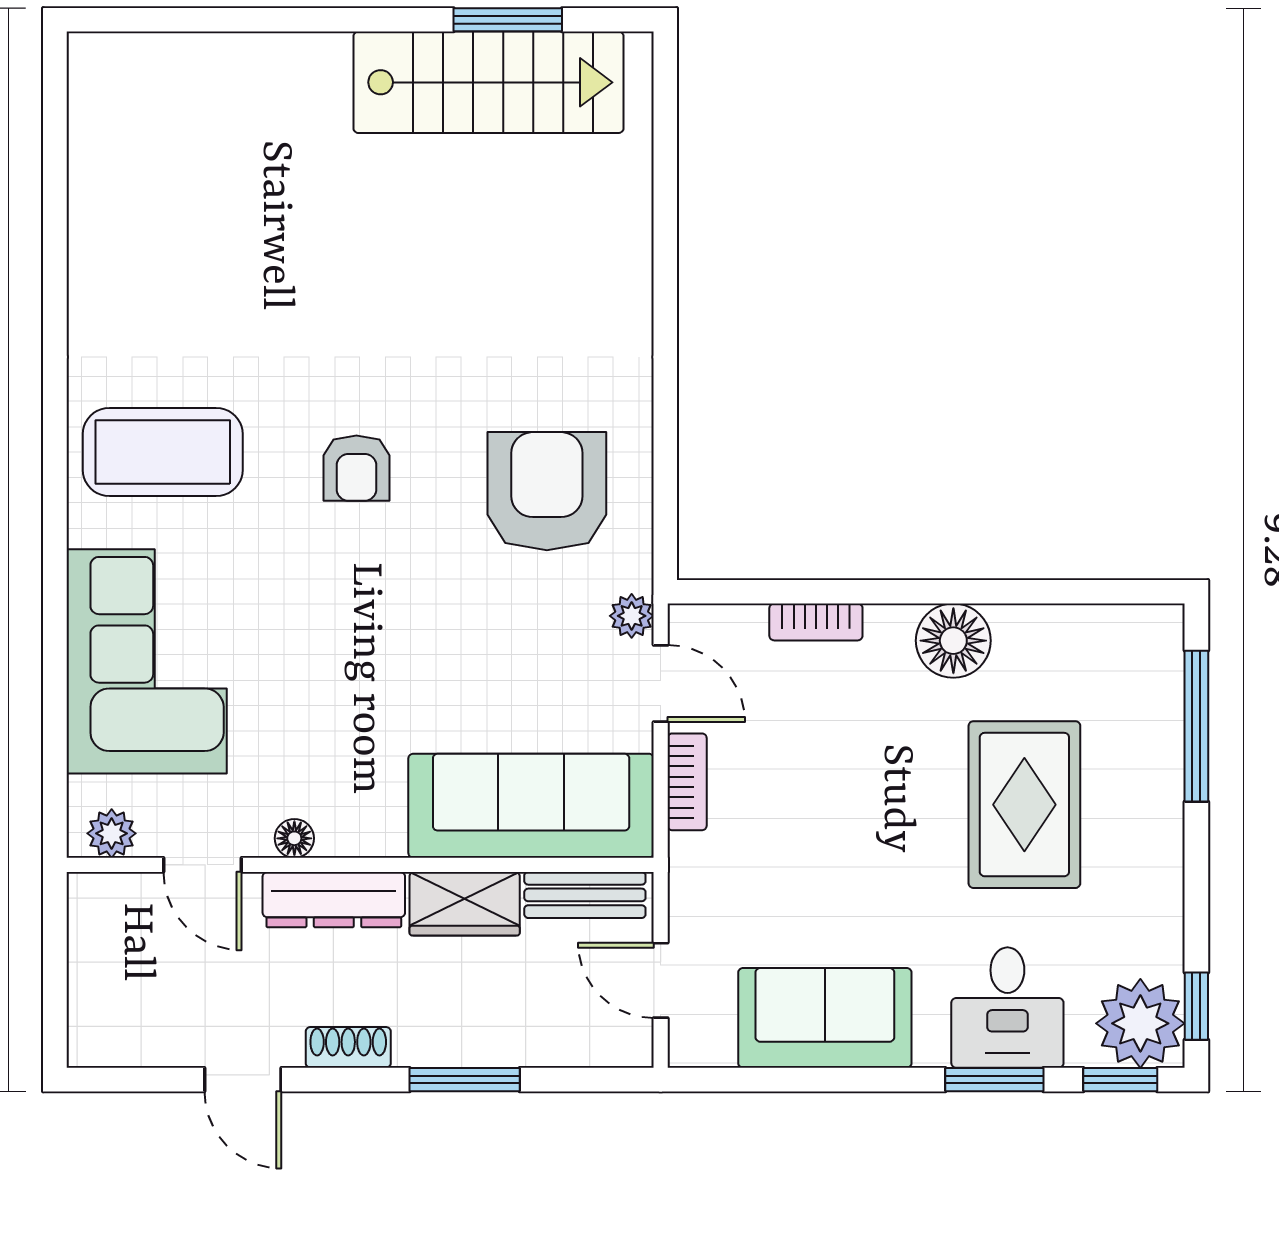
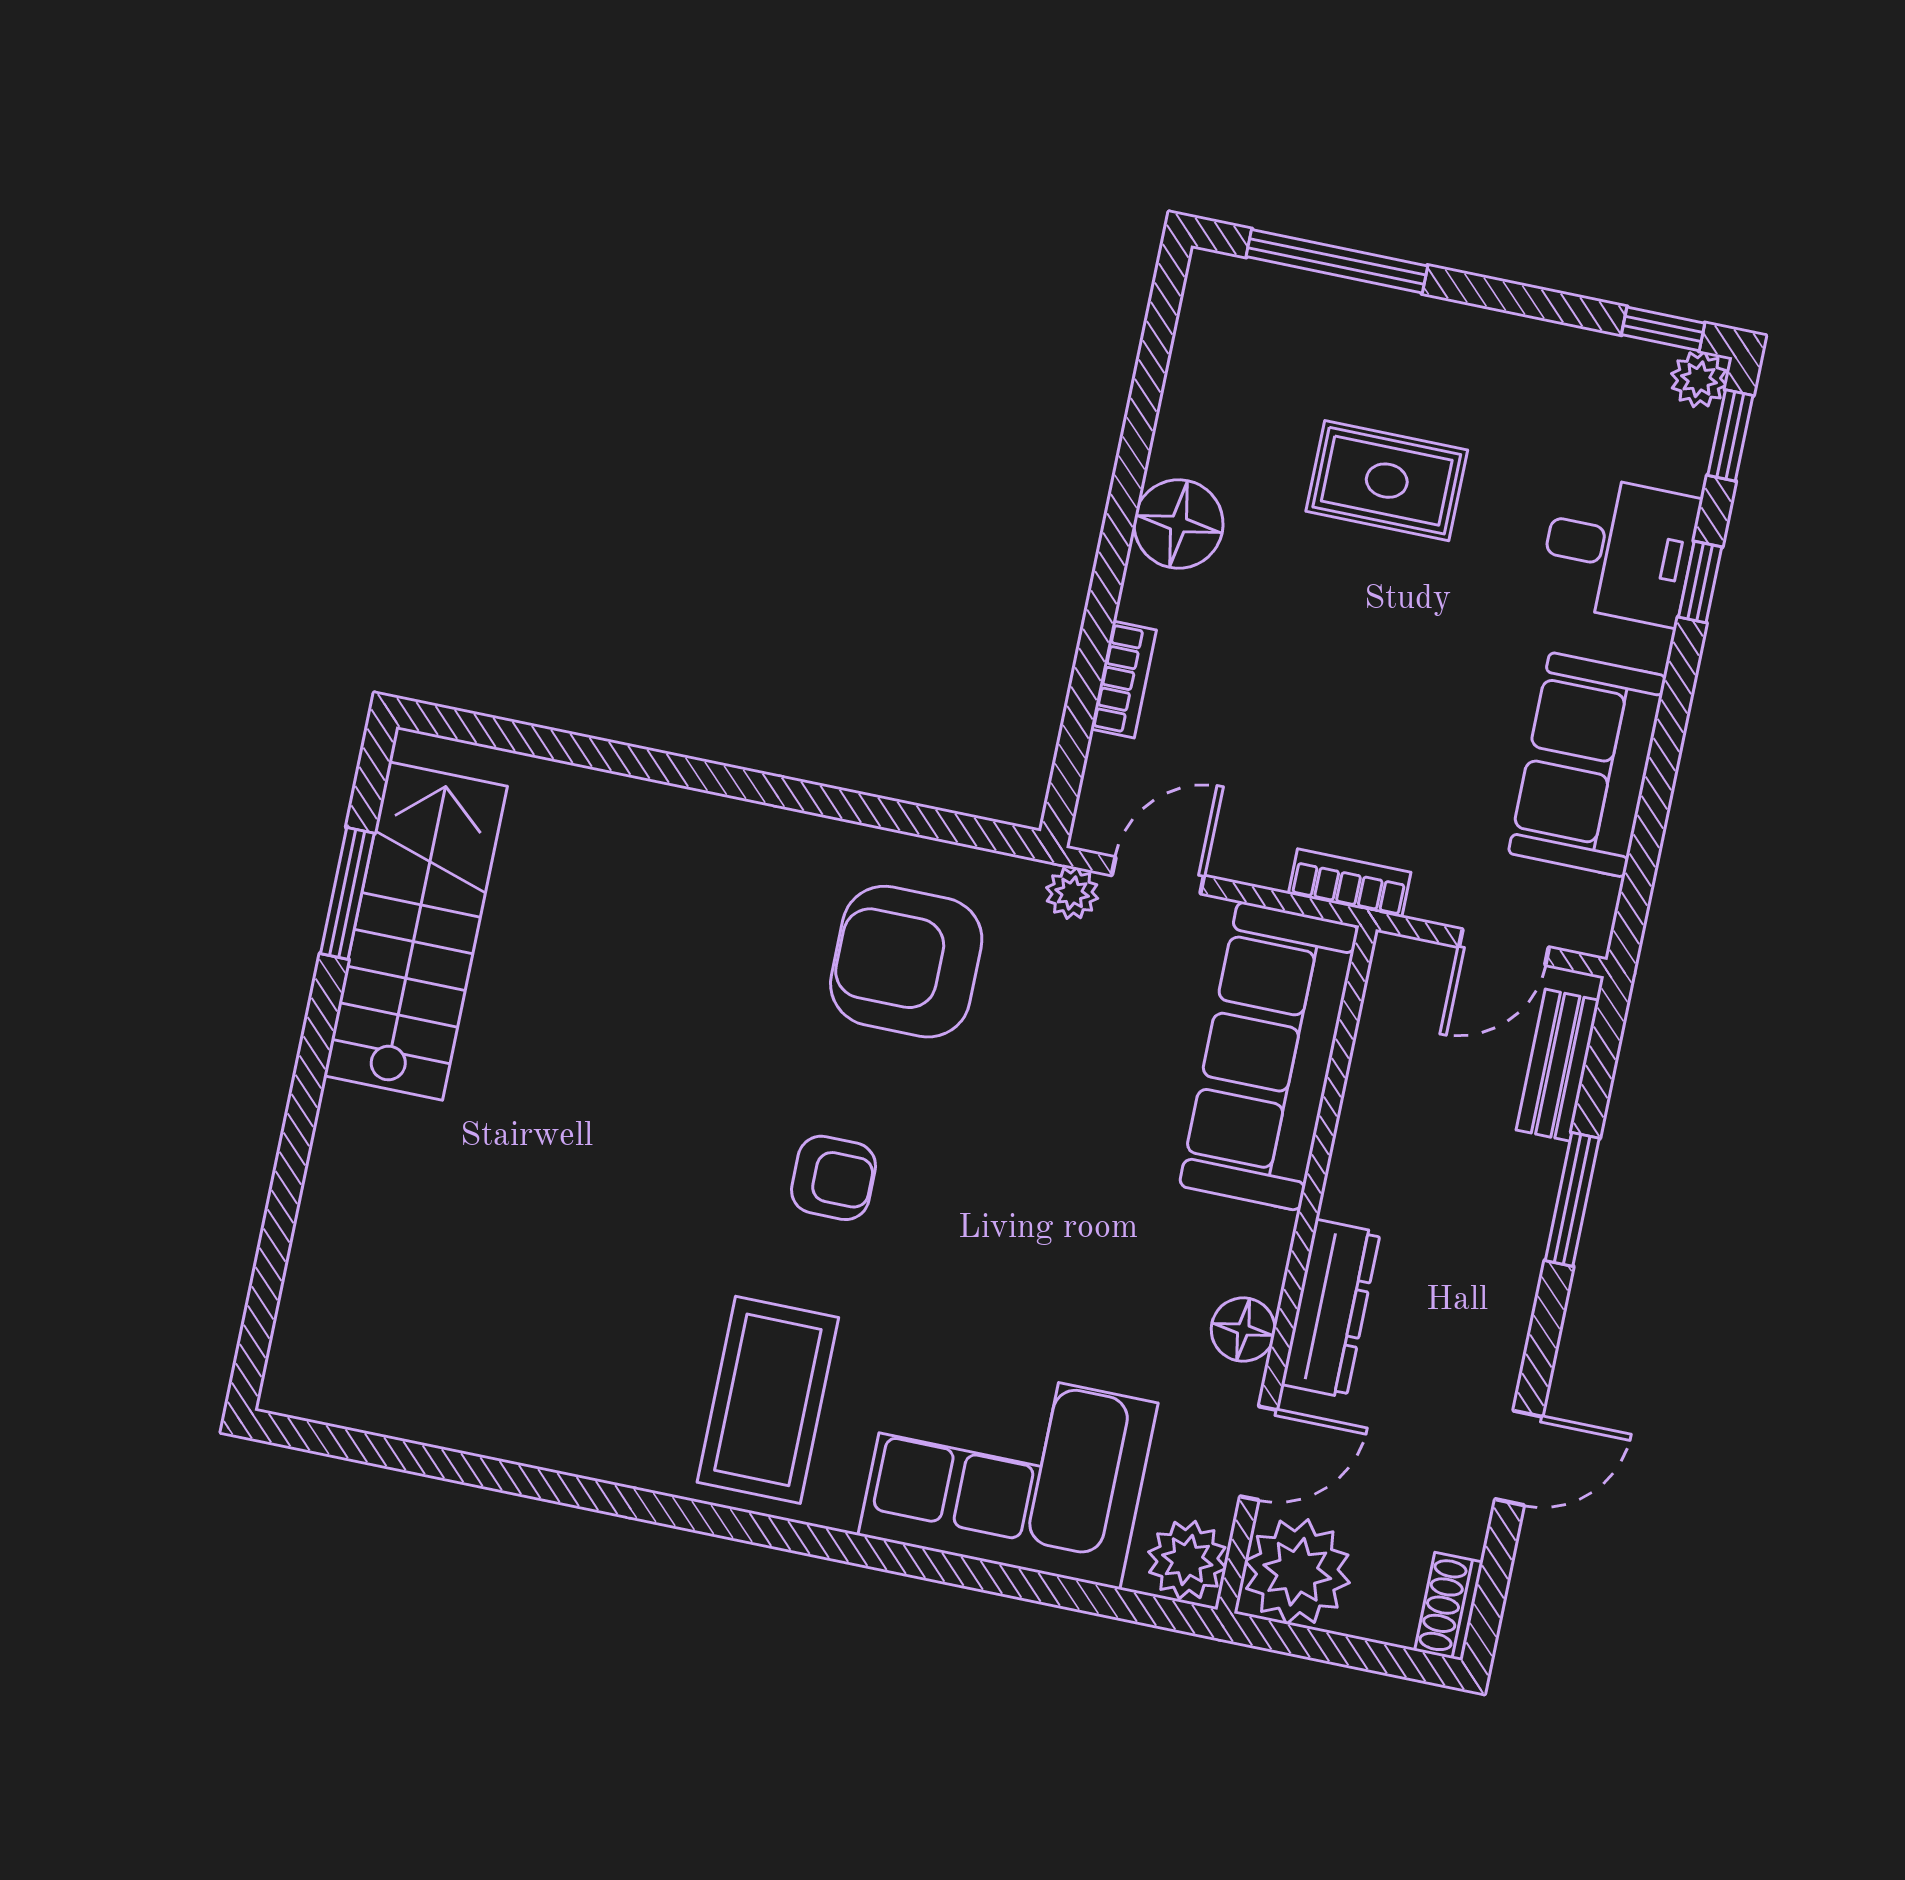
bookcase: (687, 782) -> (1350, 883), moved
rug: (1024, 805) -> (1387, 481), width x0.73, depth x0.70
plant: (112, 833) -> (1187, 1560), width x1.38, depth x1.38
floor lamp: (294, 838) -> (1243, 1330), width x1.37, depth x1.37
bench: (585, 895) -> (1558, 1065), moved
wardrobe: (465, 904) -> (1367, 1157), removed
plant: (112, 917) -> (1297, 1572), added
plant: (1140, 1023) -> (1699, 379), width x0.53, depth x0.53
shoe rack: (348, 1047) -> (1449, 1606), moved
window: (994, 1080) -> (1700, 582), width x0.67

